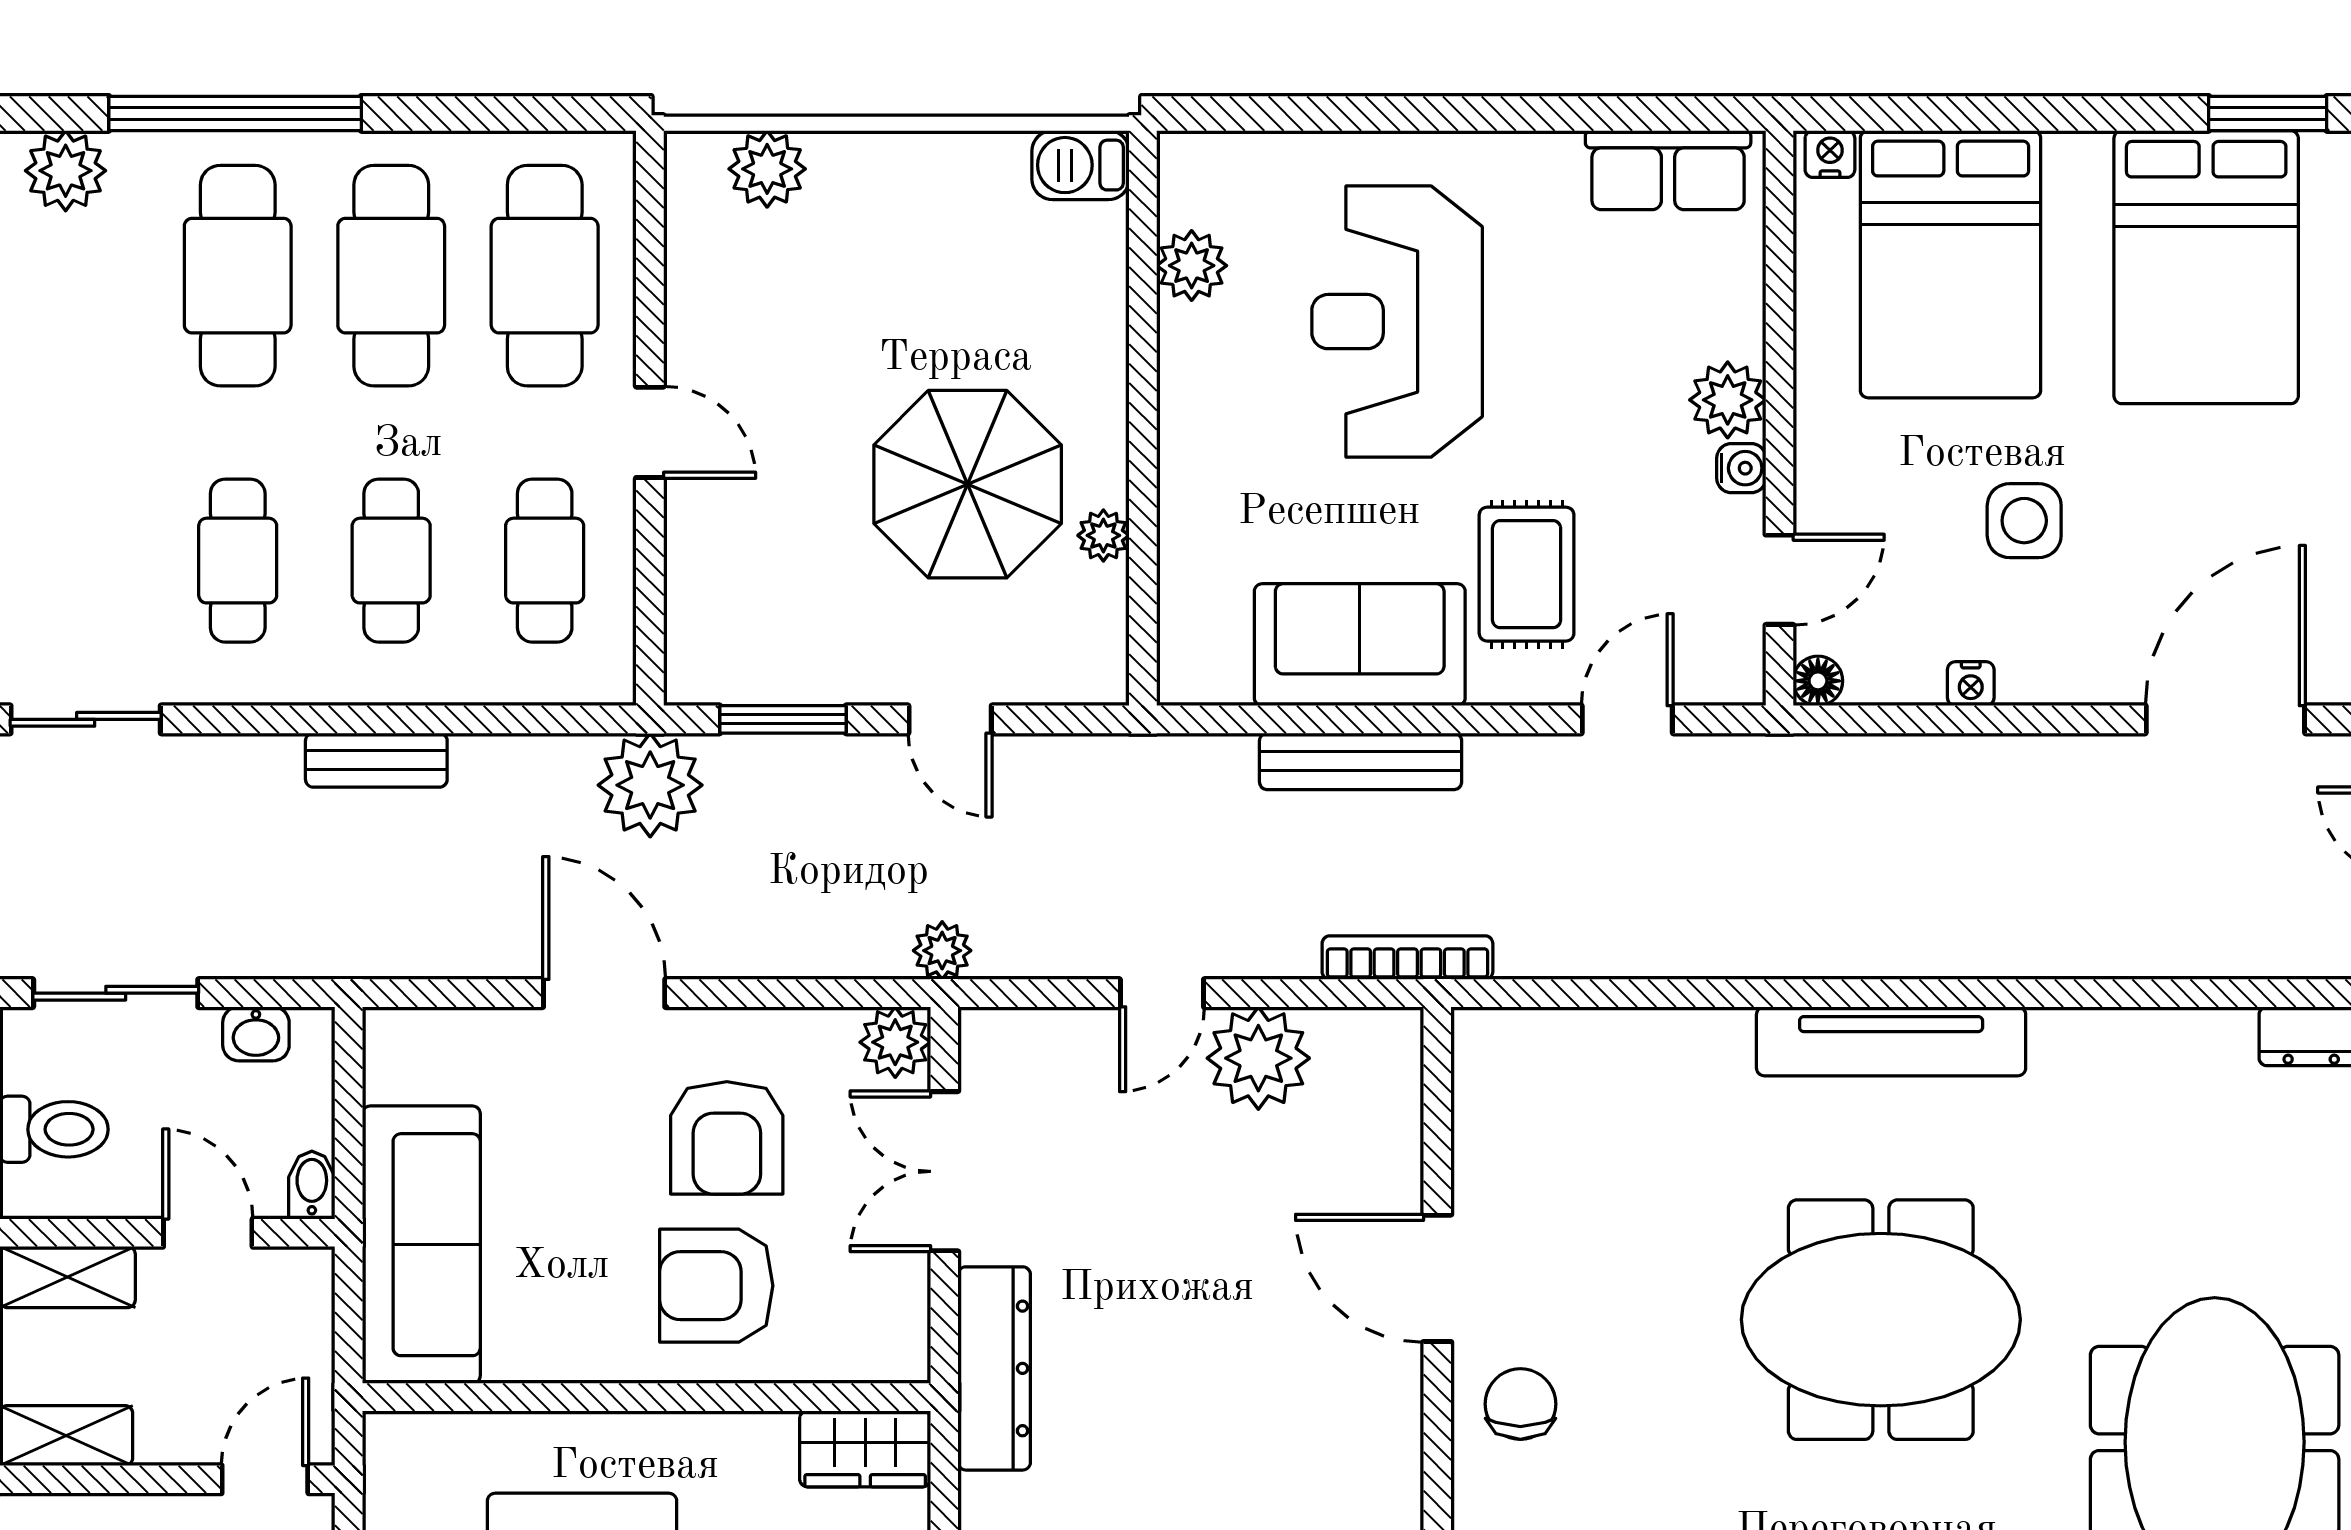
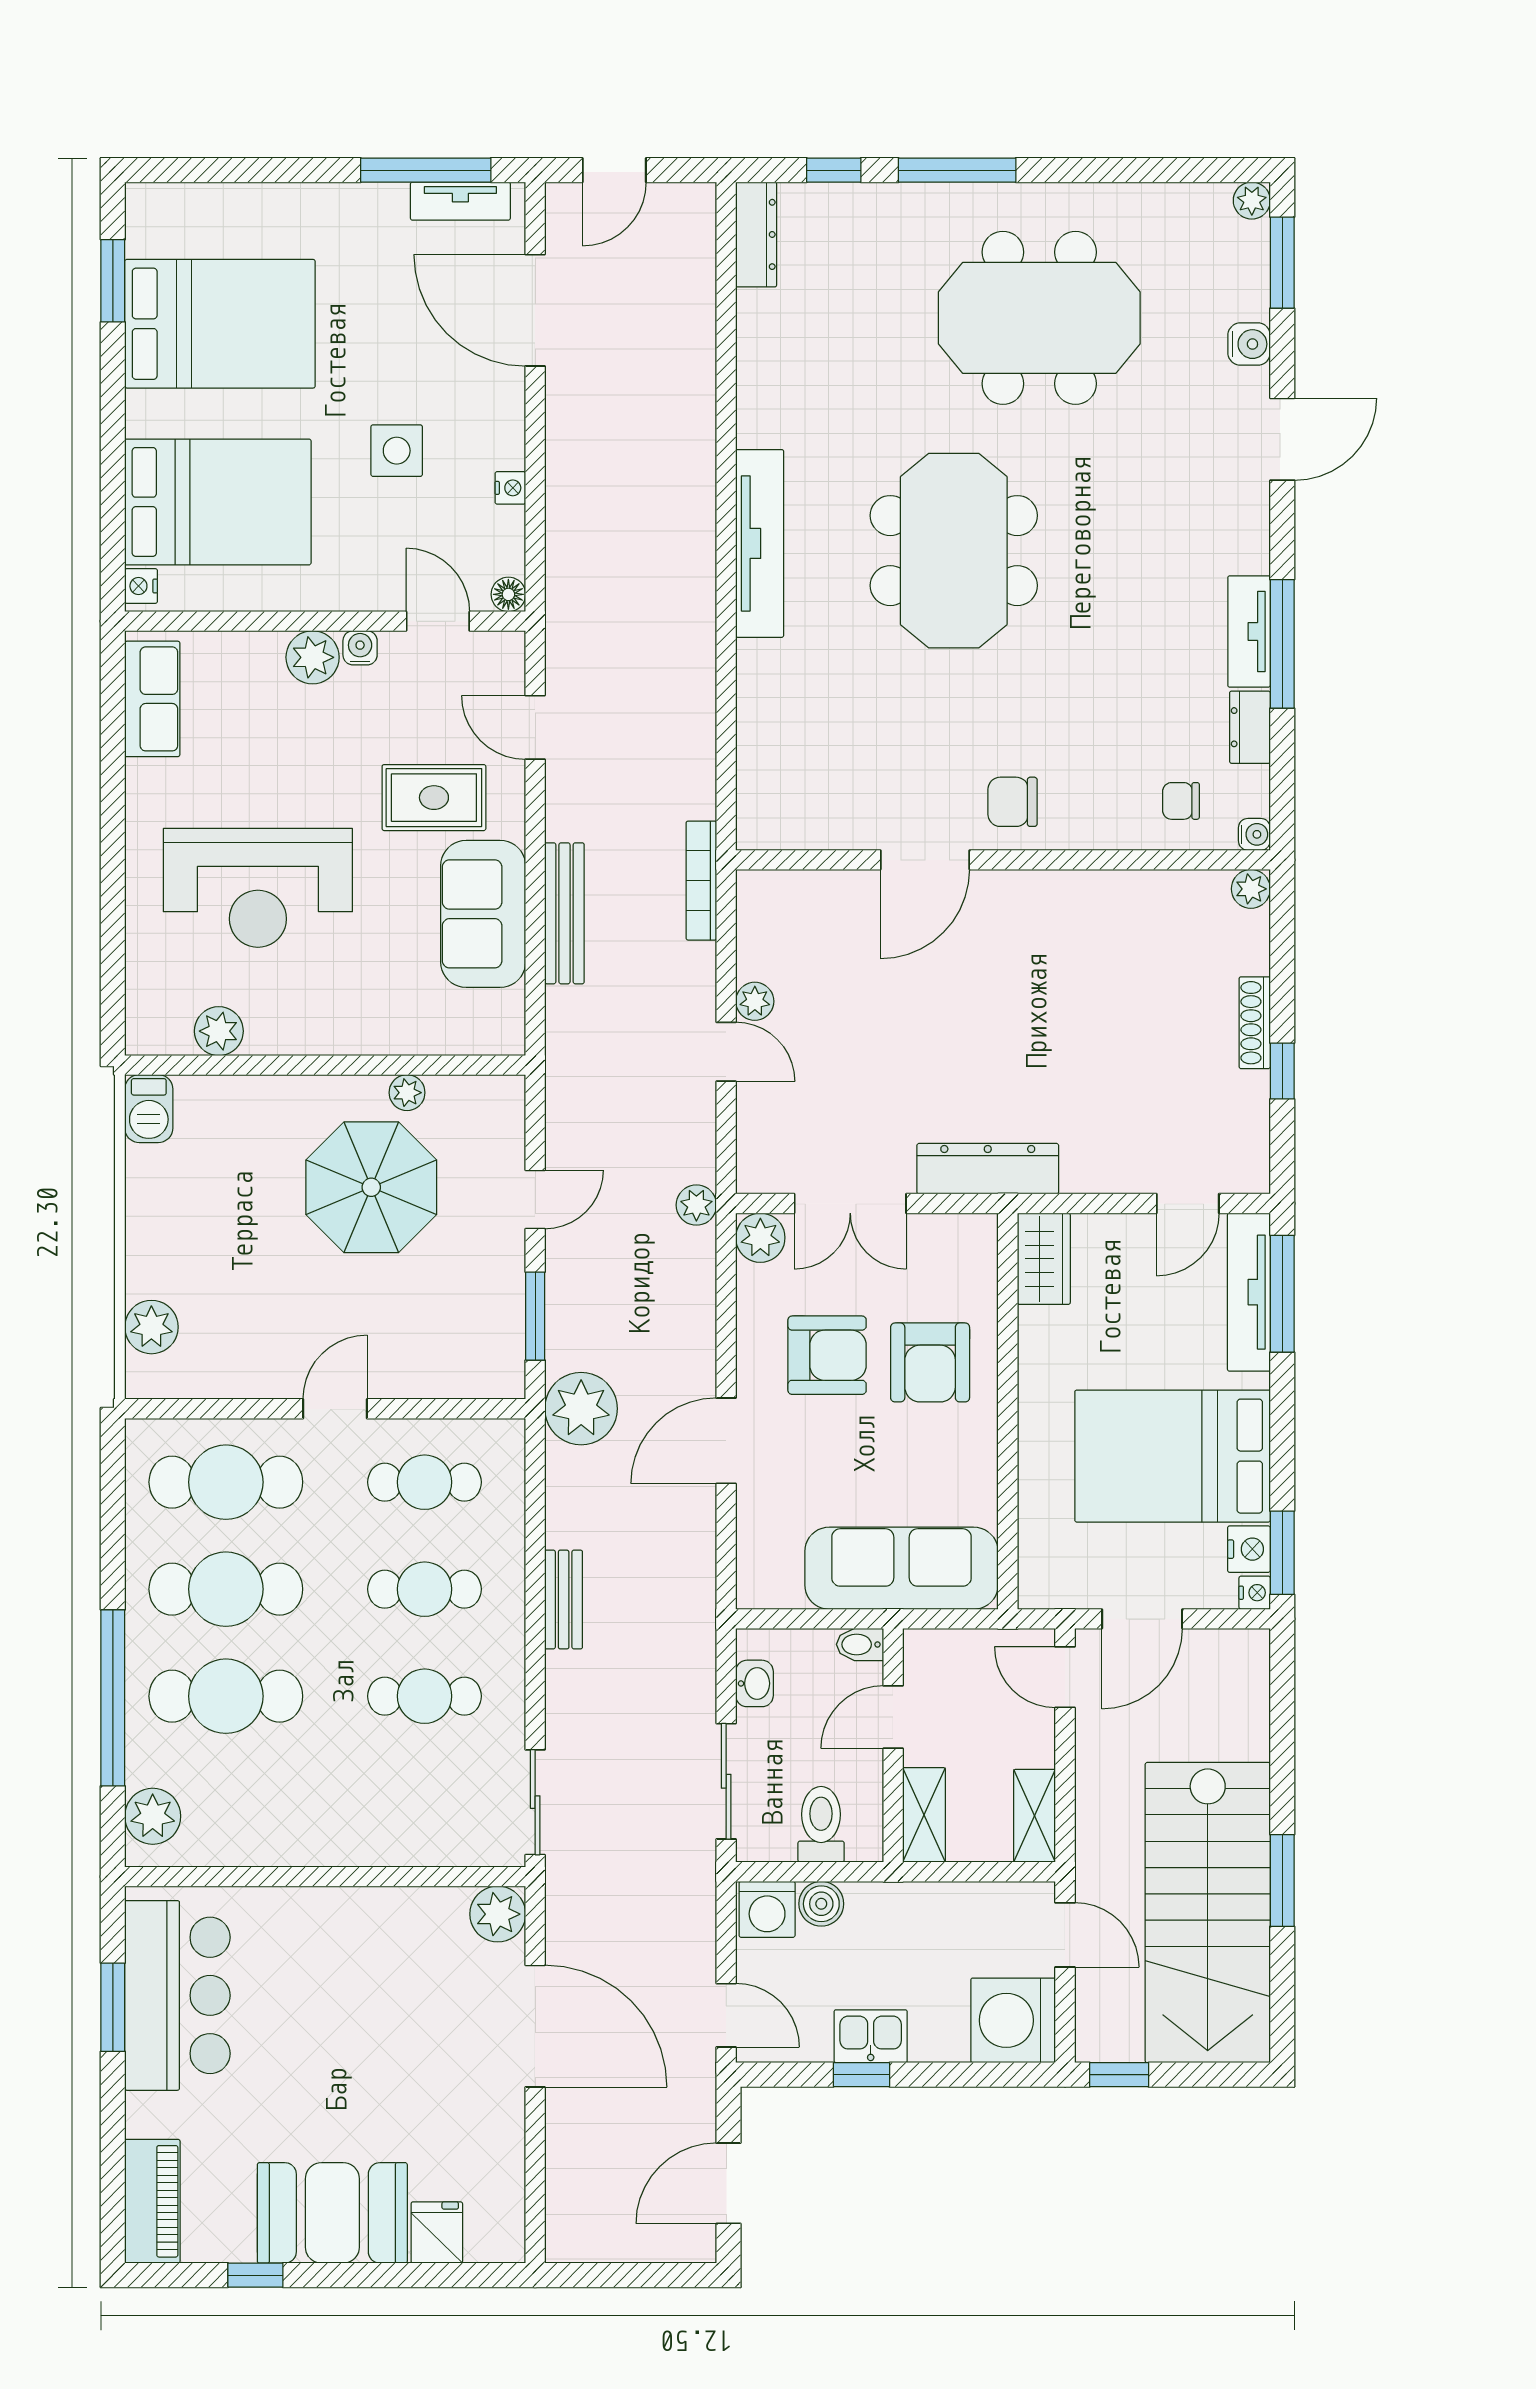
plant: (1258, 1058) -> (755, 1001), width x0.53, depth x0.53

